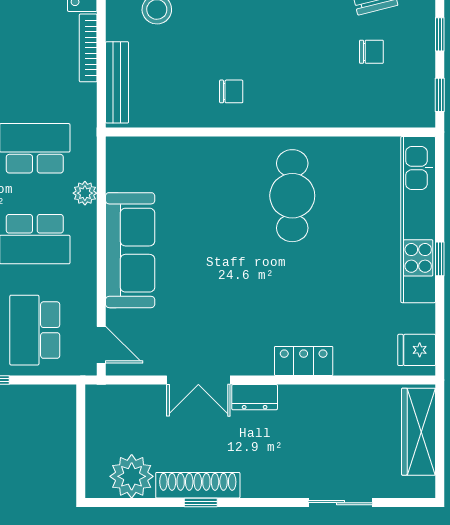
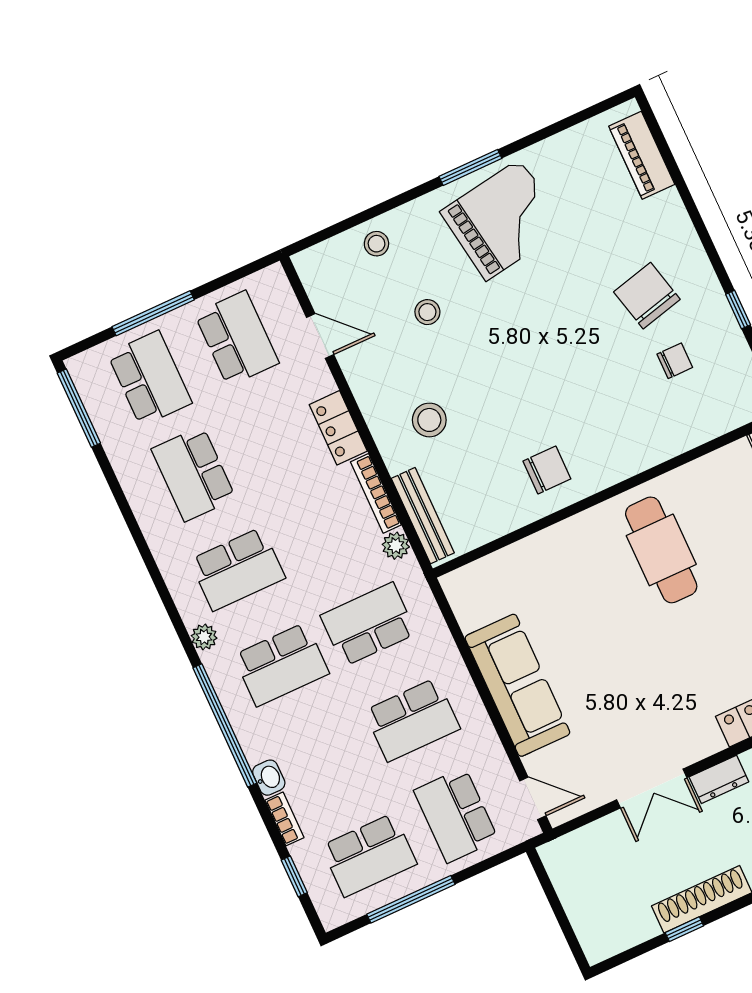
chair: (231, 91) -> (547, 470), width x1.37, depth x1.37
plant: (85, 193) -> (396, 546), moved
plant: (132, 476) -> (628, 922), removed
window: (201, 503) -> (684, 929), moved

